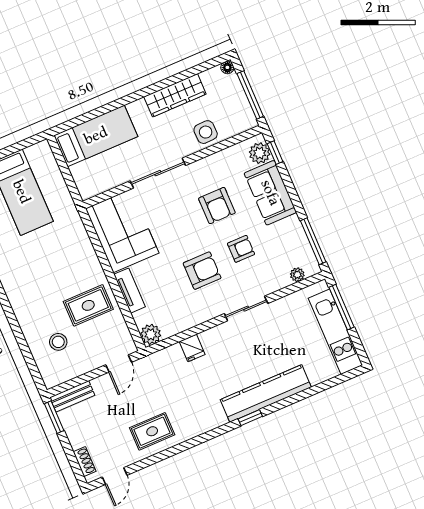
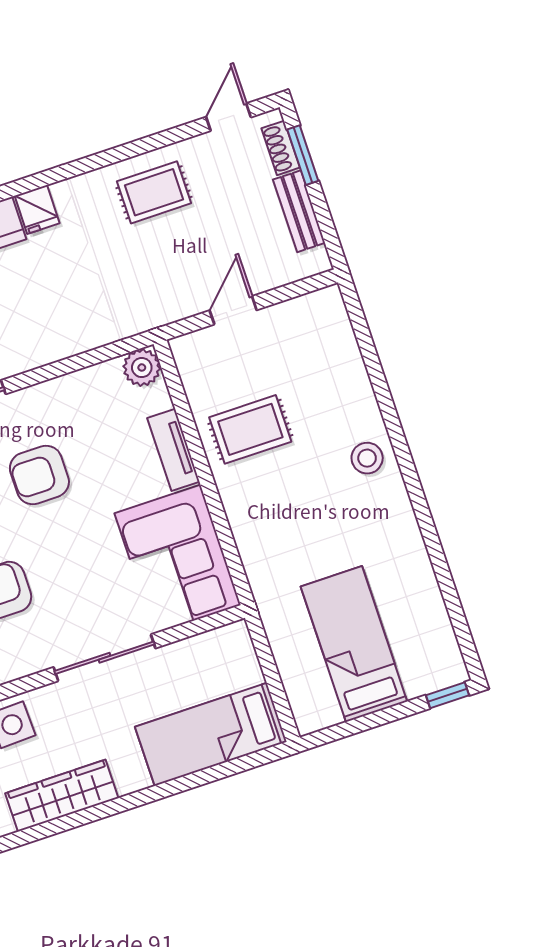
stool: (58, 342) -> (367, 458), moved
fridge: (192, 348) -> (37, 210), moved, turned 180
door: (119, 363) -> (233, 310), moved
bench: (72, 396) -> (299, 211), moved, turned 90
window: (54, 417) -> (303, 155), moved

